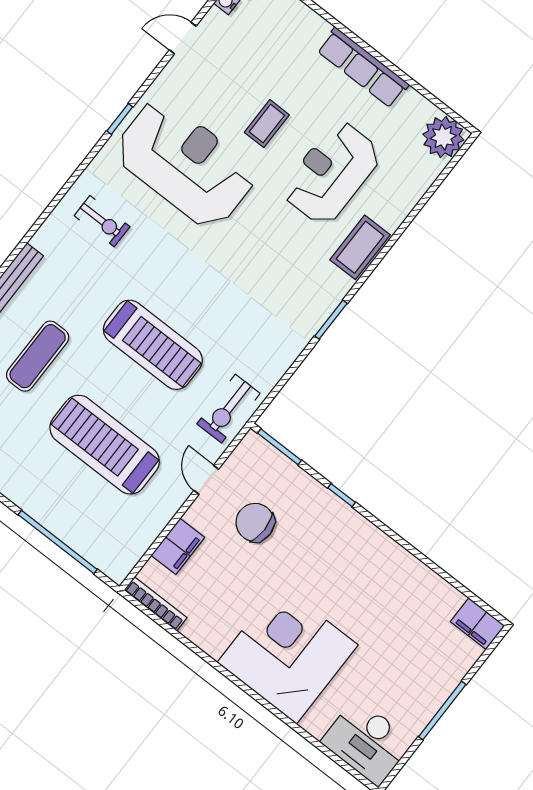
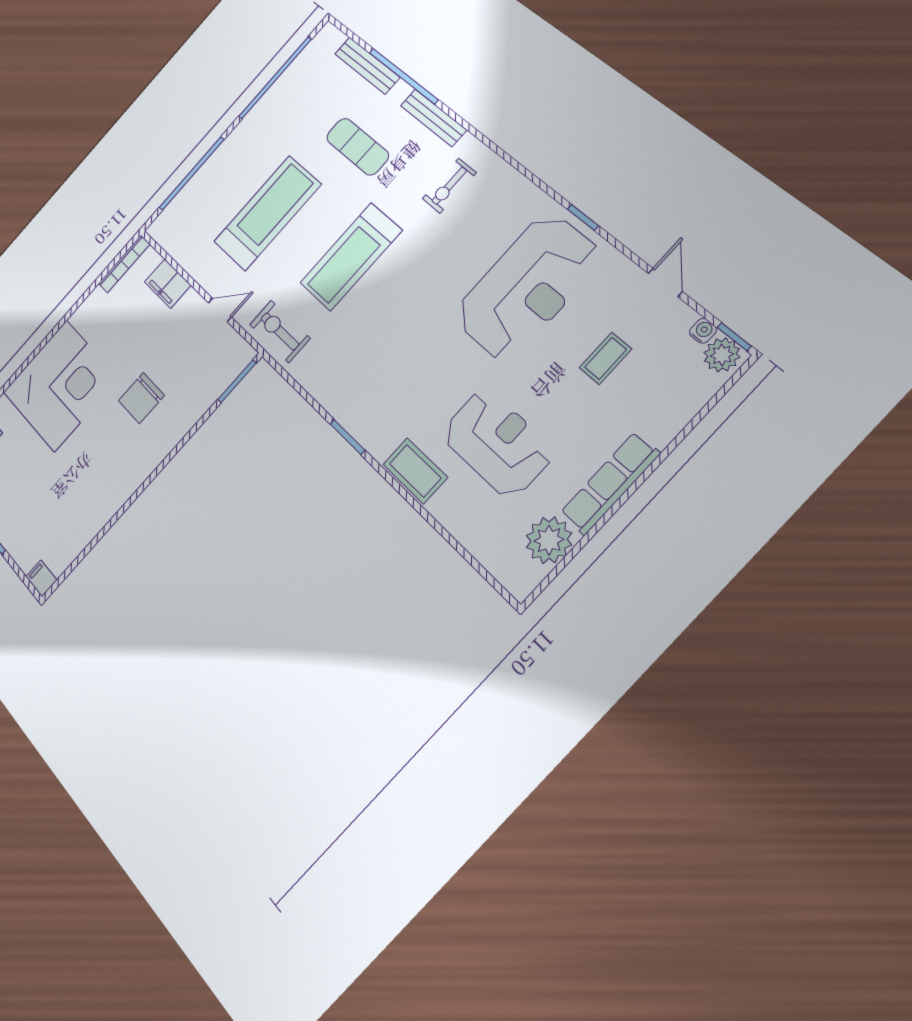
coffee table: (267, 124) -> (606, 358), moved, turned 90
plant: (443, 137) -> (549, 540), moved
exercise bike: (102, 221) -> (449, 186), moved
window: (342, 495) -> (183, 442), removed
chair: (255, 522) -> (141, 398), moved, turned 180
filing cabinet: (478, 624) -> (41, 578), width x0.50

